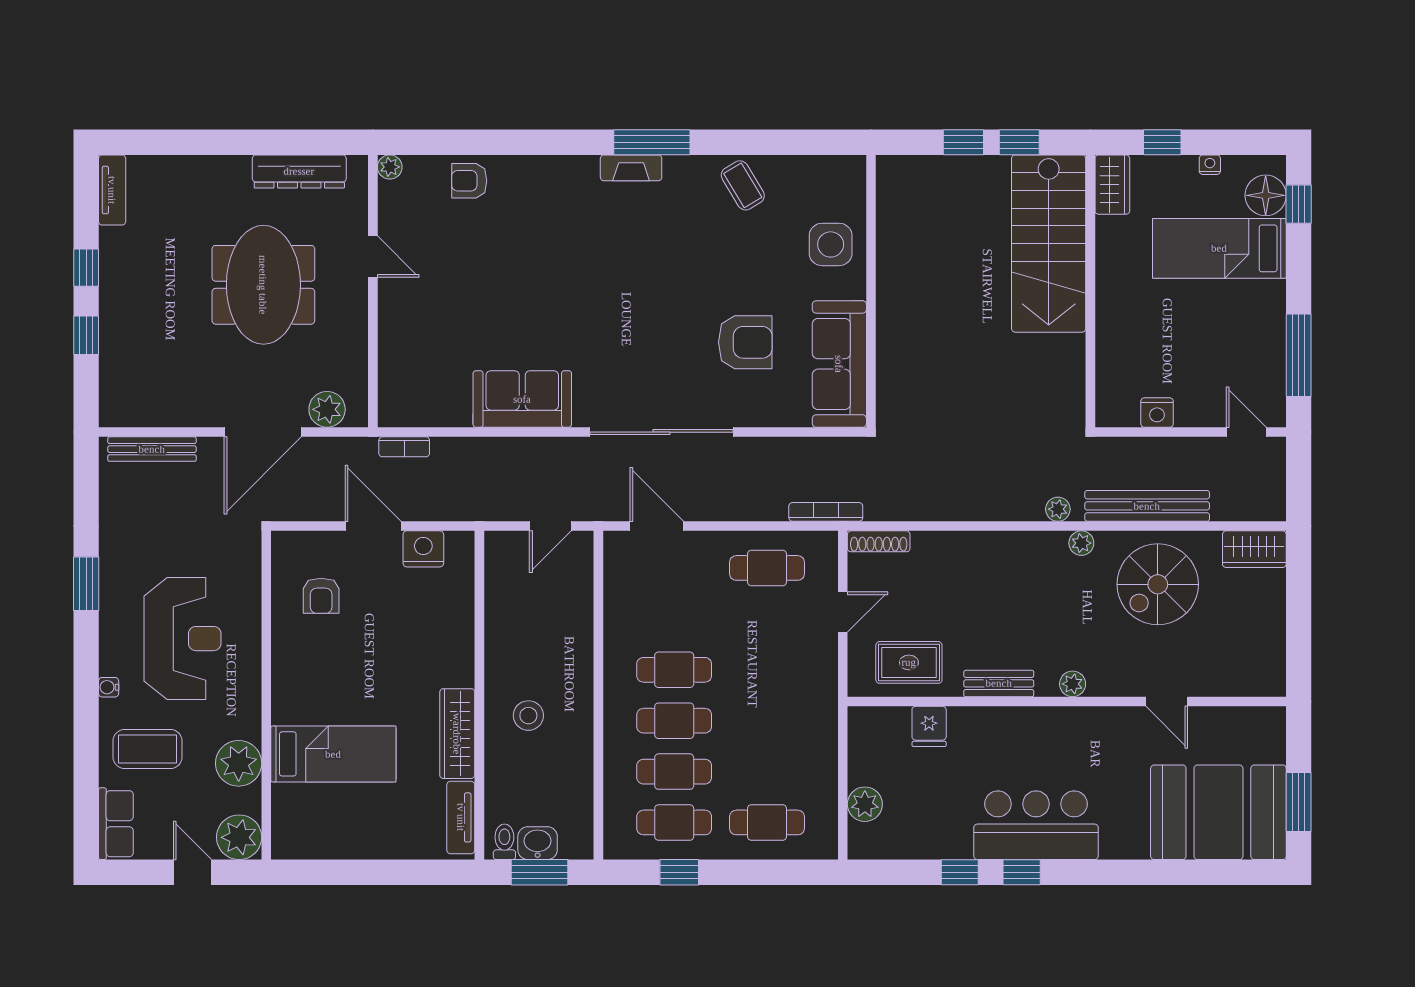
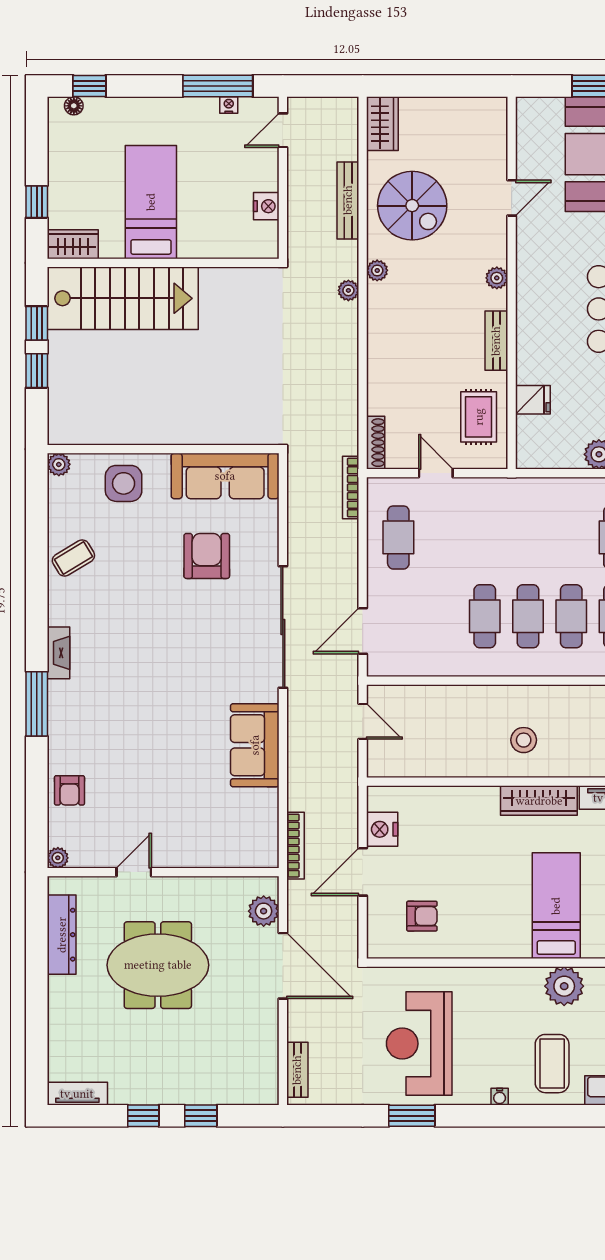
window: (652, 142) -> (37, 704), moved
nightstand: (1210, 165) -> (229, 105), moved, turned 90
plant: (853, 168) -> (59, 464), added
floor lamp: (1266, 195) -> (74, 106), width x0.53, depth x0.53
bed: (1219, 248) -> (151, 202), moved, turned 180
bookcase: (404, 447) -> (295, 846), width x1.56
bench: (152, 449) -> (297, 1070), width x0.73
bench: (1147, 506) -> (348, 200), width x0.73, depth x0.82
reception desk: (182, 639) -> (419, 1044), moved, turned -90

